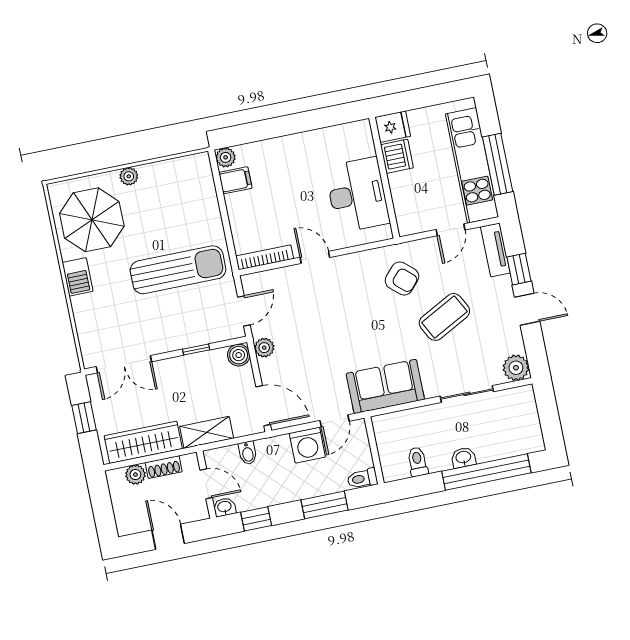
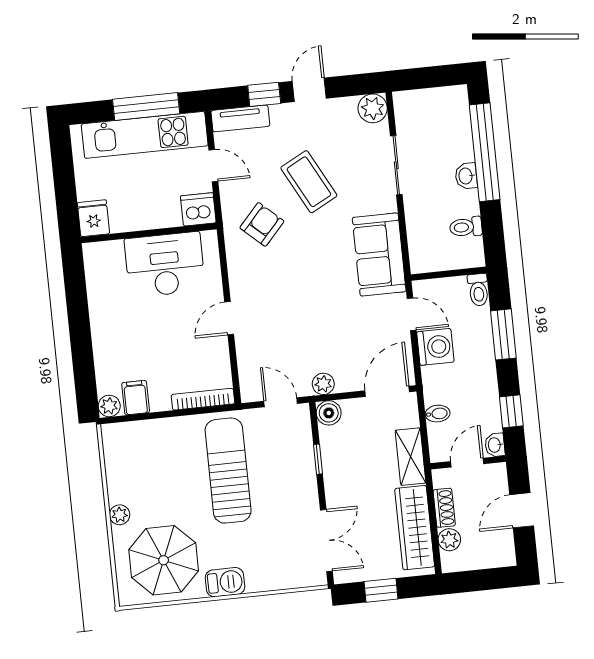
dishwasher: (397, 156) -> (198, 209), moved
bookcase: (265, 257) -> (203, 399), moved, turned 90

